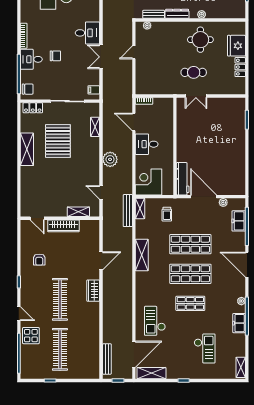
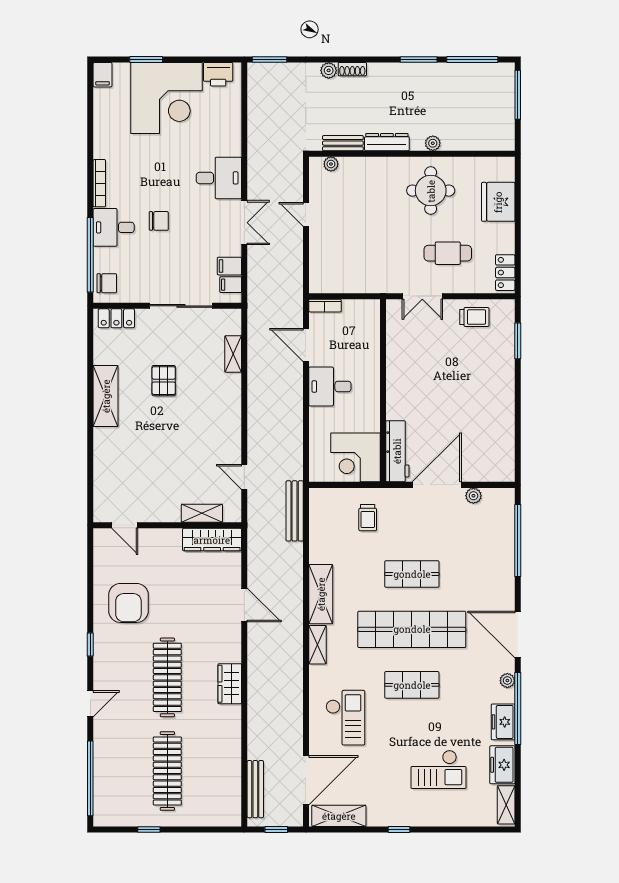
door: (134, 52) -> (306, 214), hinge flipped
double door: (101, 57) -> (244, 223), swing flipped
locker: (240, 67) -> (505, 273), moved
cafe table: (194, 72) -> (448, 253), moved
filing cabinet: (93, 80) -> (229, 266), added
trolley: (224, 107) -> (474, 317), added
pallet: (58, 141) -> (164, 381), width x0.49, depth x0.50
plant: (110, 159) -> (261, 415), removed
corner desk: (149, 182) -> (356, 457), moved, turned -90
door: (204, 197) -> (437, 485), hinge flipped
shelving: (140, 208) -> (318, 645), moved
freezer: (239, 221) -> (502, 765), moved
wardrobe: (63, 226) -> (212, 540), moved
shop shelf: (190, 244) -> (412, 574), width x0.70, depth x0.74
armchair: (39, 260) -> (128, 603), width x1.88, depth x1.88
door: (101, 261) -> (244, 605), hinge flipped
door: (247, 265) -> (518, 634), moved
shop shelf: (190, 274) -> (412, 629), width x1.40
wardrobe: (93, 291) -> (230, 684), moved
door: (19, 314) -> (90, 704), hinge flipped
checkout: (155, 321) -> (345, 718), turned 180
display table: (31, 336) -> (113, 745), removed
checkout: (205, 348) -> (438, 769), turned 90

